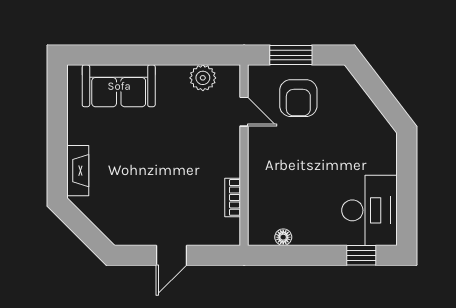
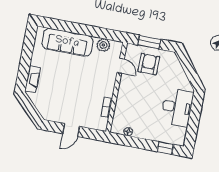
sofa: (119, 86) -> (67, 42), width x1.36
armchair: (298, 98) -> (149, 64), turned 180
desk: (369, 210) -> (177, 107), moved

